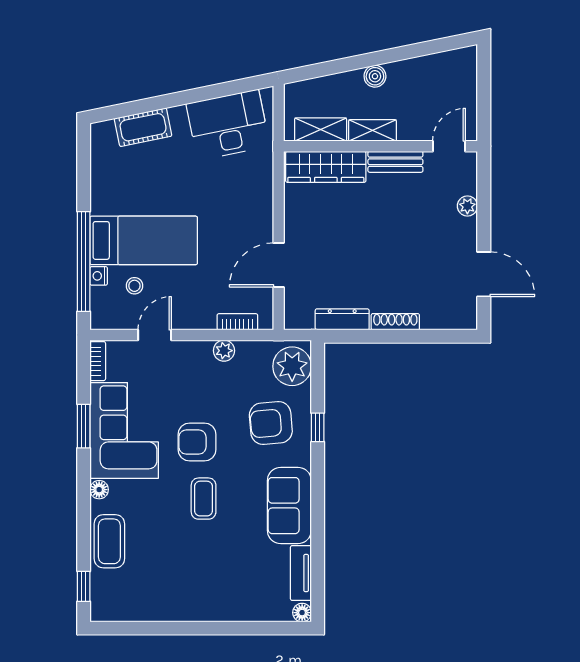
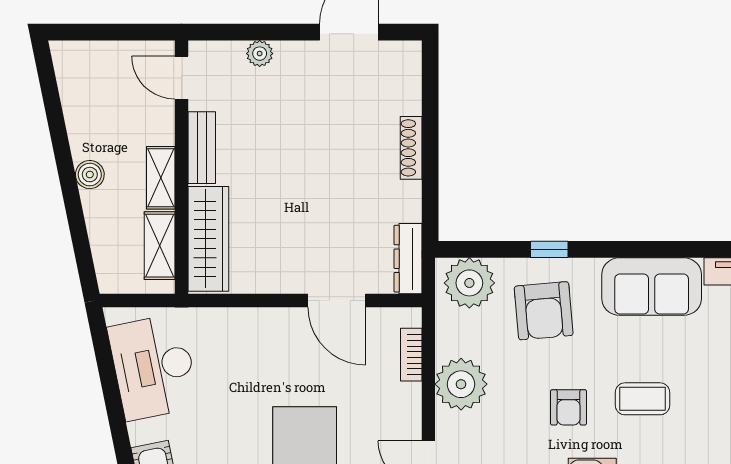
dresser: (342, 319) -> (408, 259), moved
plant: (224, 351) -> (461, 384), width x1.88, depth x1.88
armchair: (197, 442) -> (568, 407), width x0.72, depth x0.72

